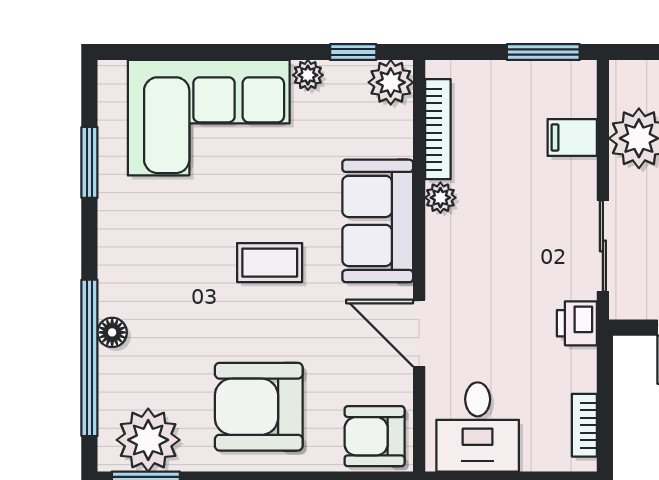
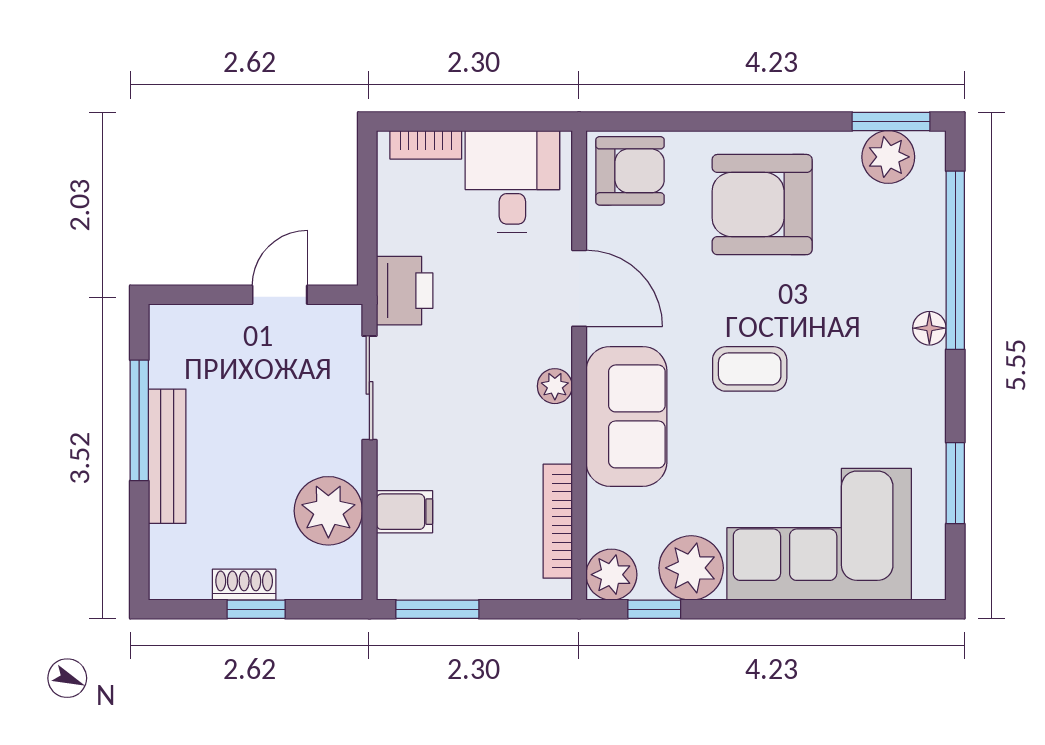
plant: (308, 75) -> (691, 568), width x1.88, depth x1.88
plant: (440, 198) -> (555, 386), moved
printer: (577, 323) -> (405, 291), width x1.36, depth x1.24
floor lamp: (112, 332) -> (929, 328), moved
armchair: (259, 407) -> (762, 205), turned 180
bookcase: (584, 425) -> (426, 145), moved, turned 90
plant: (148, 440) -> (888, 157), width x0.73, depth x0.73

